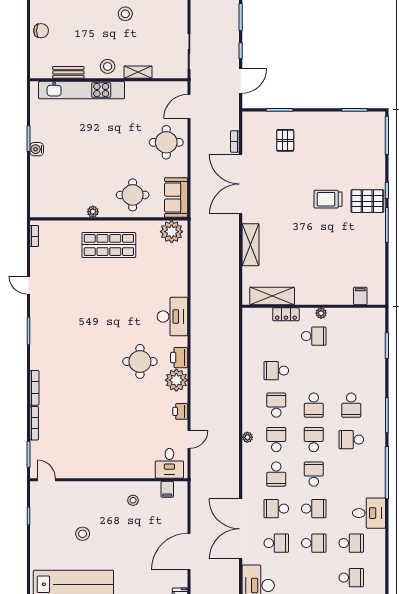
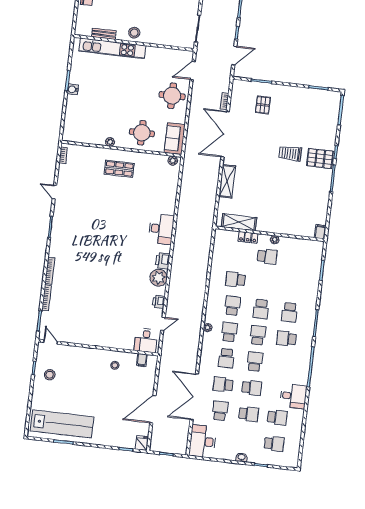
shelving: (138, 72) -> (157, 40), removed
plant: (172, 232) -> (173, 161), width x0.53, depth x0.53
shop shelf: (109, 245) -> (119, 169), width x0.70, depth x0.74
filing cabinet: (360, 296) -> (320, 232), moved
round table: (140, 361) -> (133, 260), removed
stool: (83, 534) -> (50, 375), moved
school desk: (276, 543) -> (220, 411), turned -90

